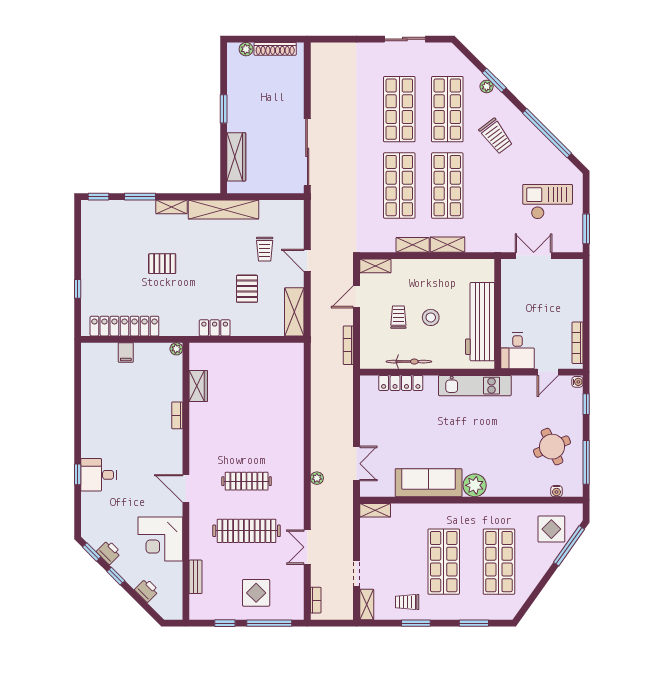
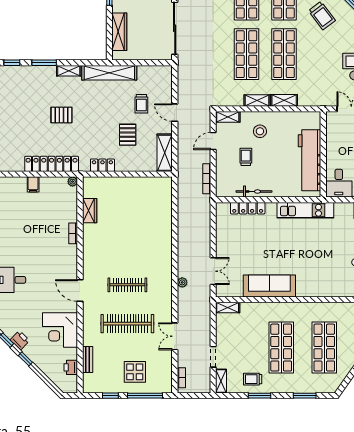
stool: (431, 317) -> (260, 131), moved
locker: (124, 326) -> (52, 164), moved
plant: (475, 485) -> (305, 288), removed
printer: (147, 590) -> (71, 367), moved, turned -135

